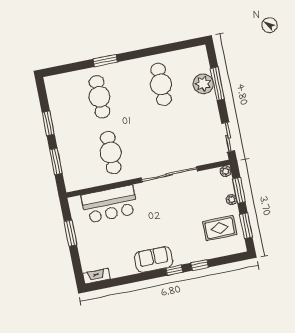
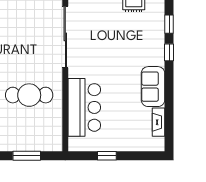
window: (70, 233) -> (107, 156), width x0.67
sofa: (154, 259) -> (153, 87), moved
fireplace: (96, 276) -> (159, 122), moved

